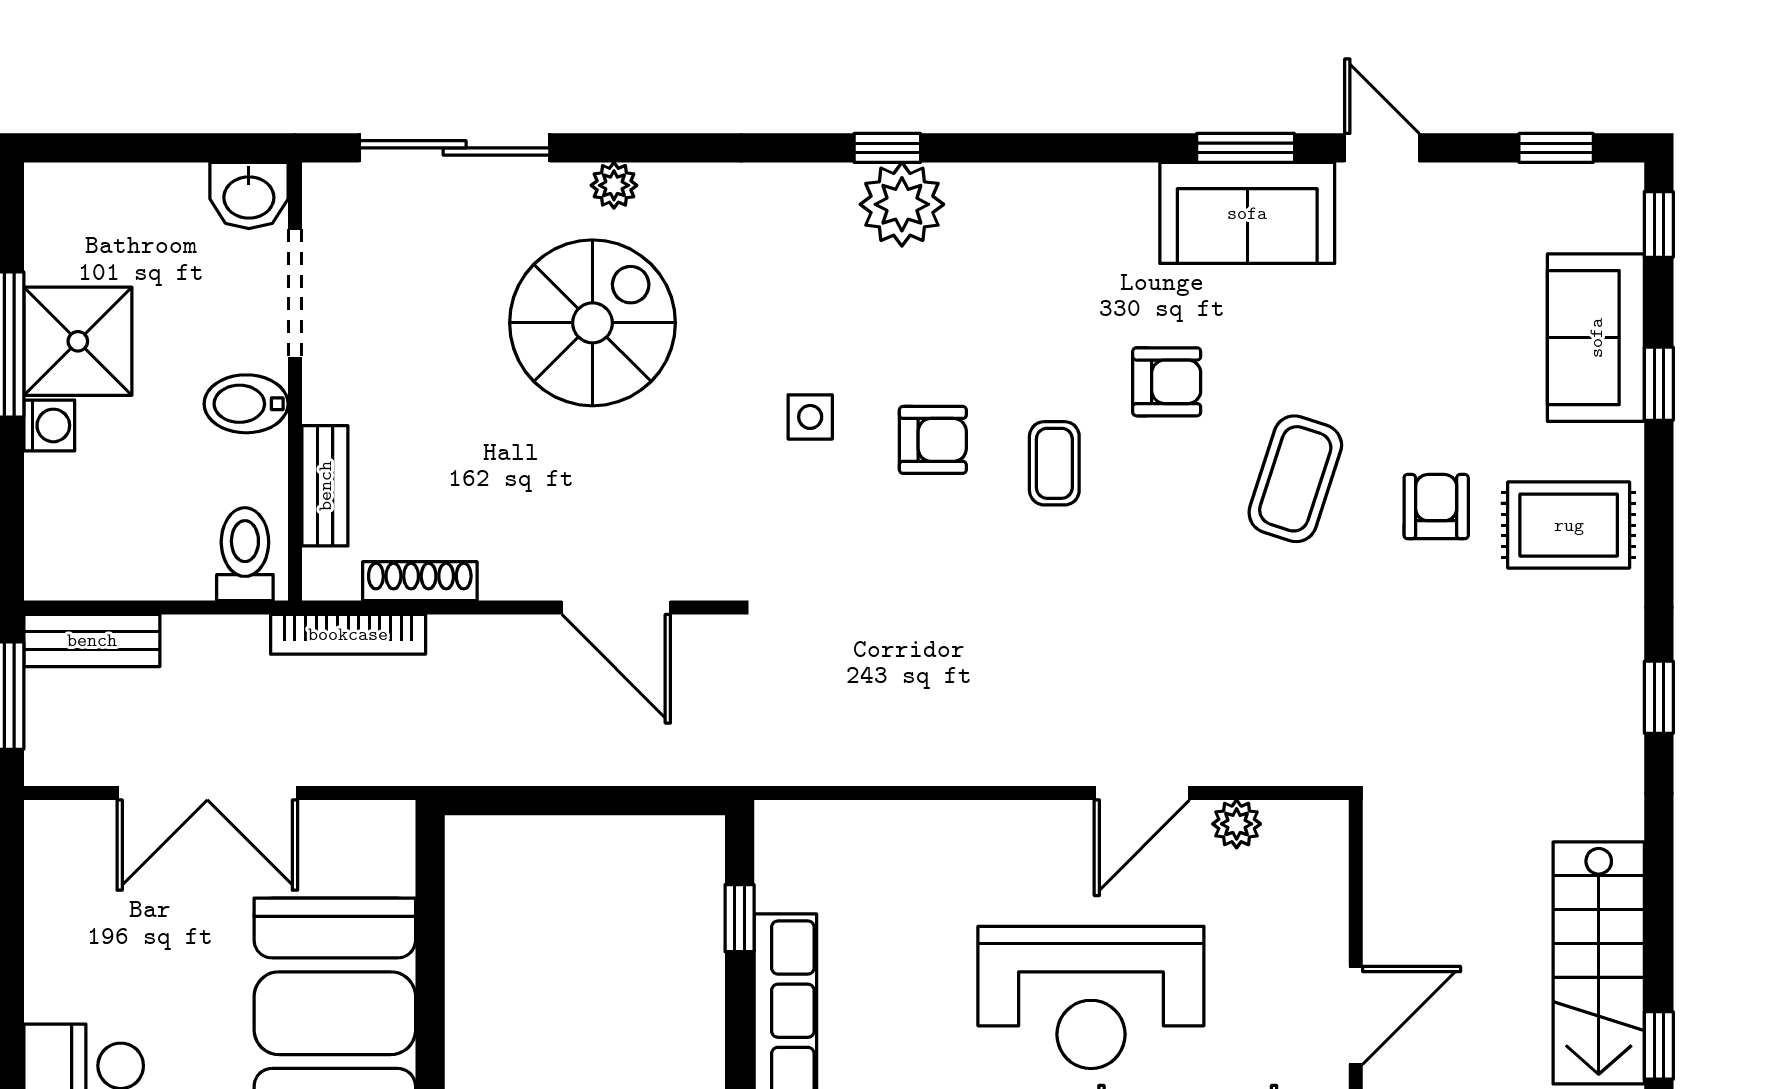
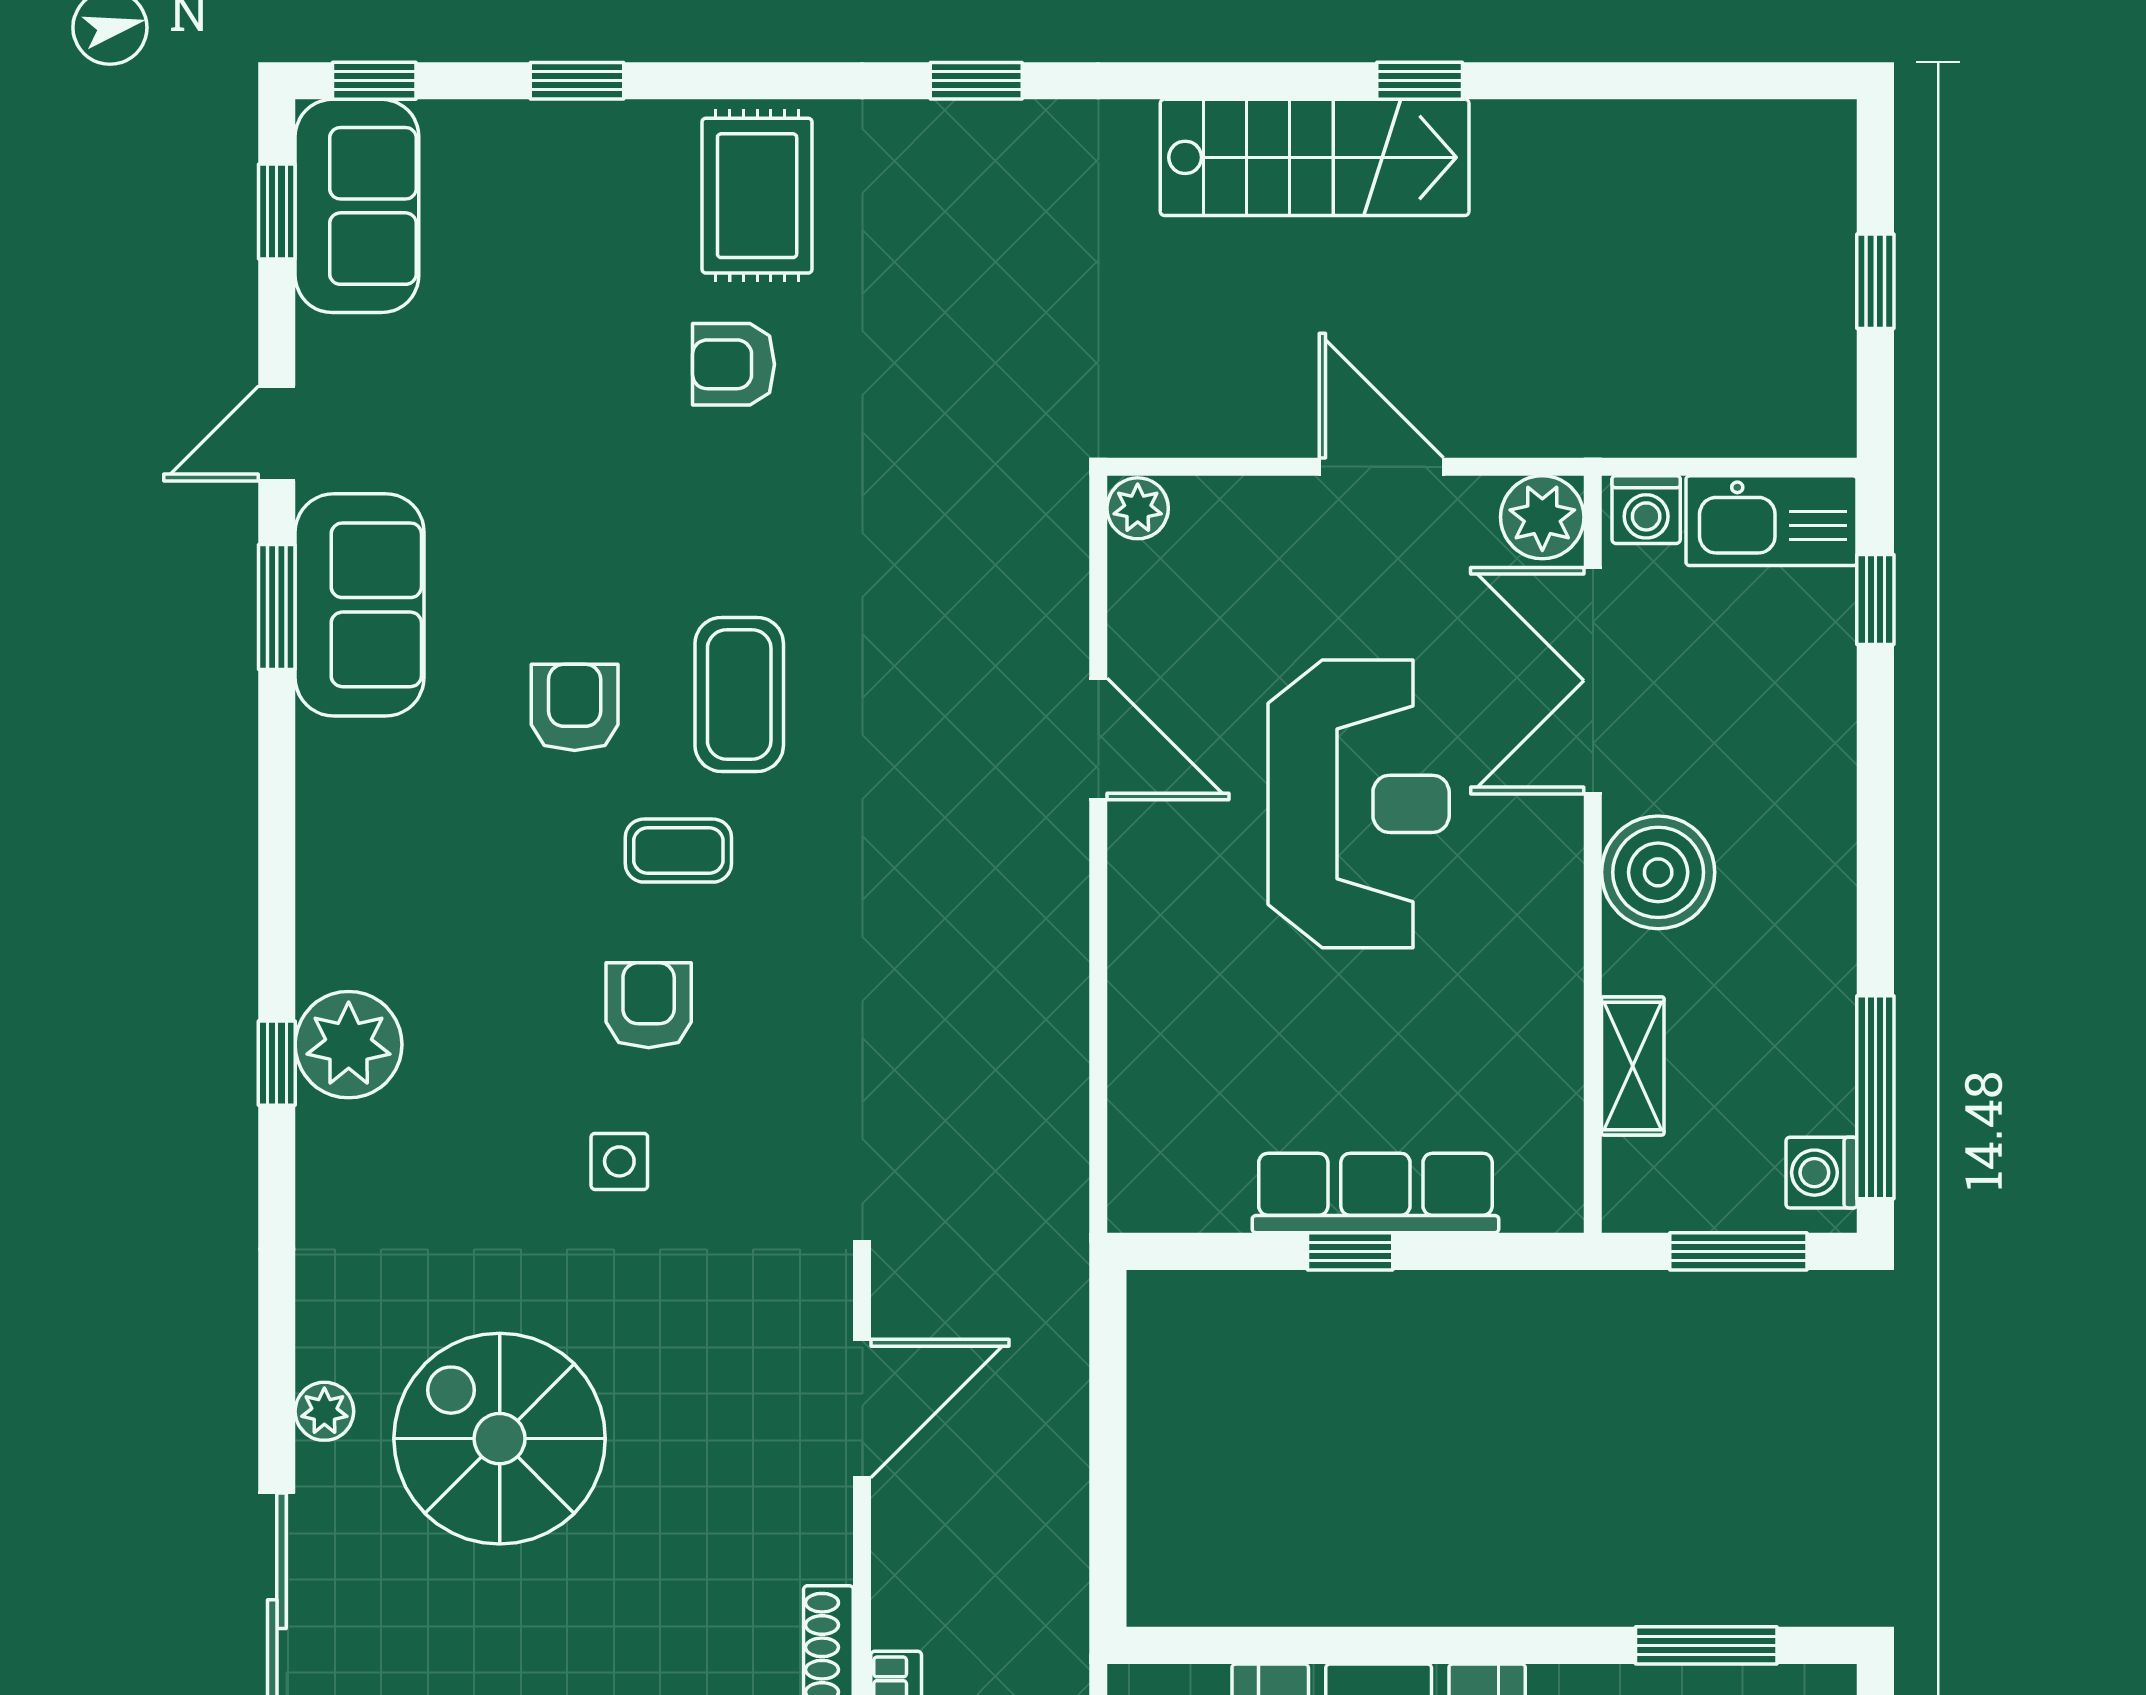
sofa: (1596, 338) -> (357, 206), moved, turned -90
coffee table: (1295, 479) -> (739, 694), moved, turned 72
plant: (1237, 824) -> (1138, 508), moved
window: (740, 918) -> (1350, 1251), moved

